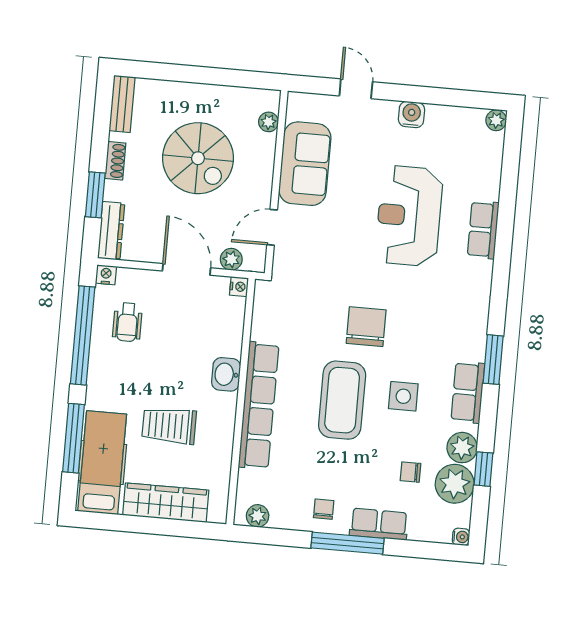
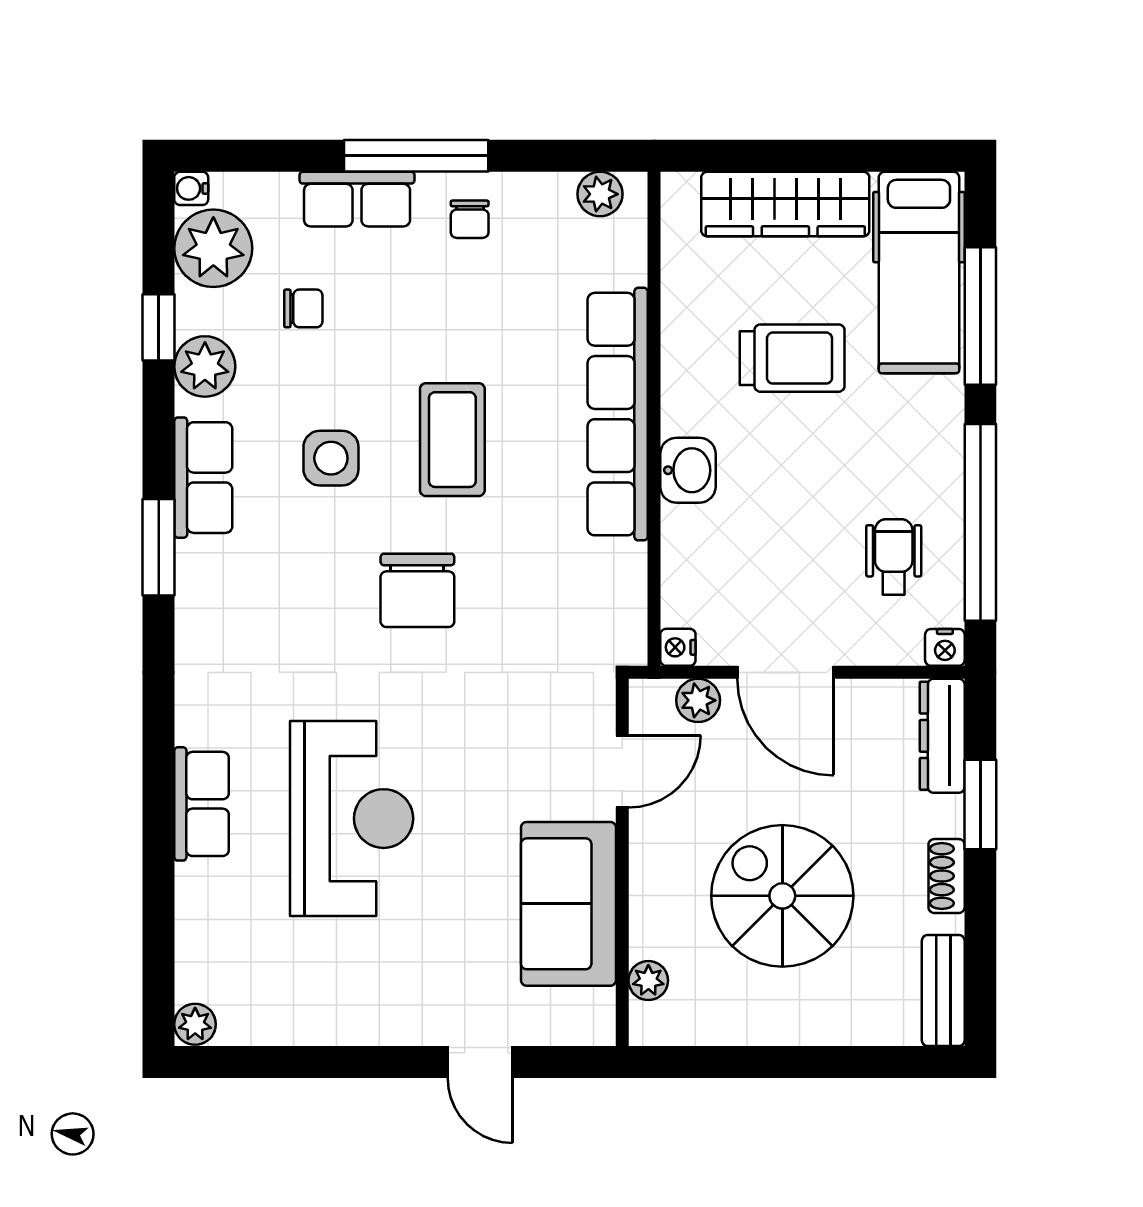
water cooler: (411, 114) -> (365, 1021), removed
coffee table: (342, 400) -> (452, 440), width x0.73, depth x0.76
plant: (455, 484) -> (213, 248), moved

